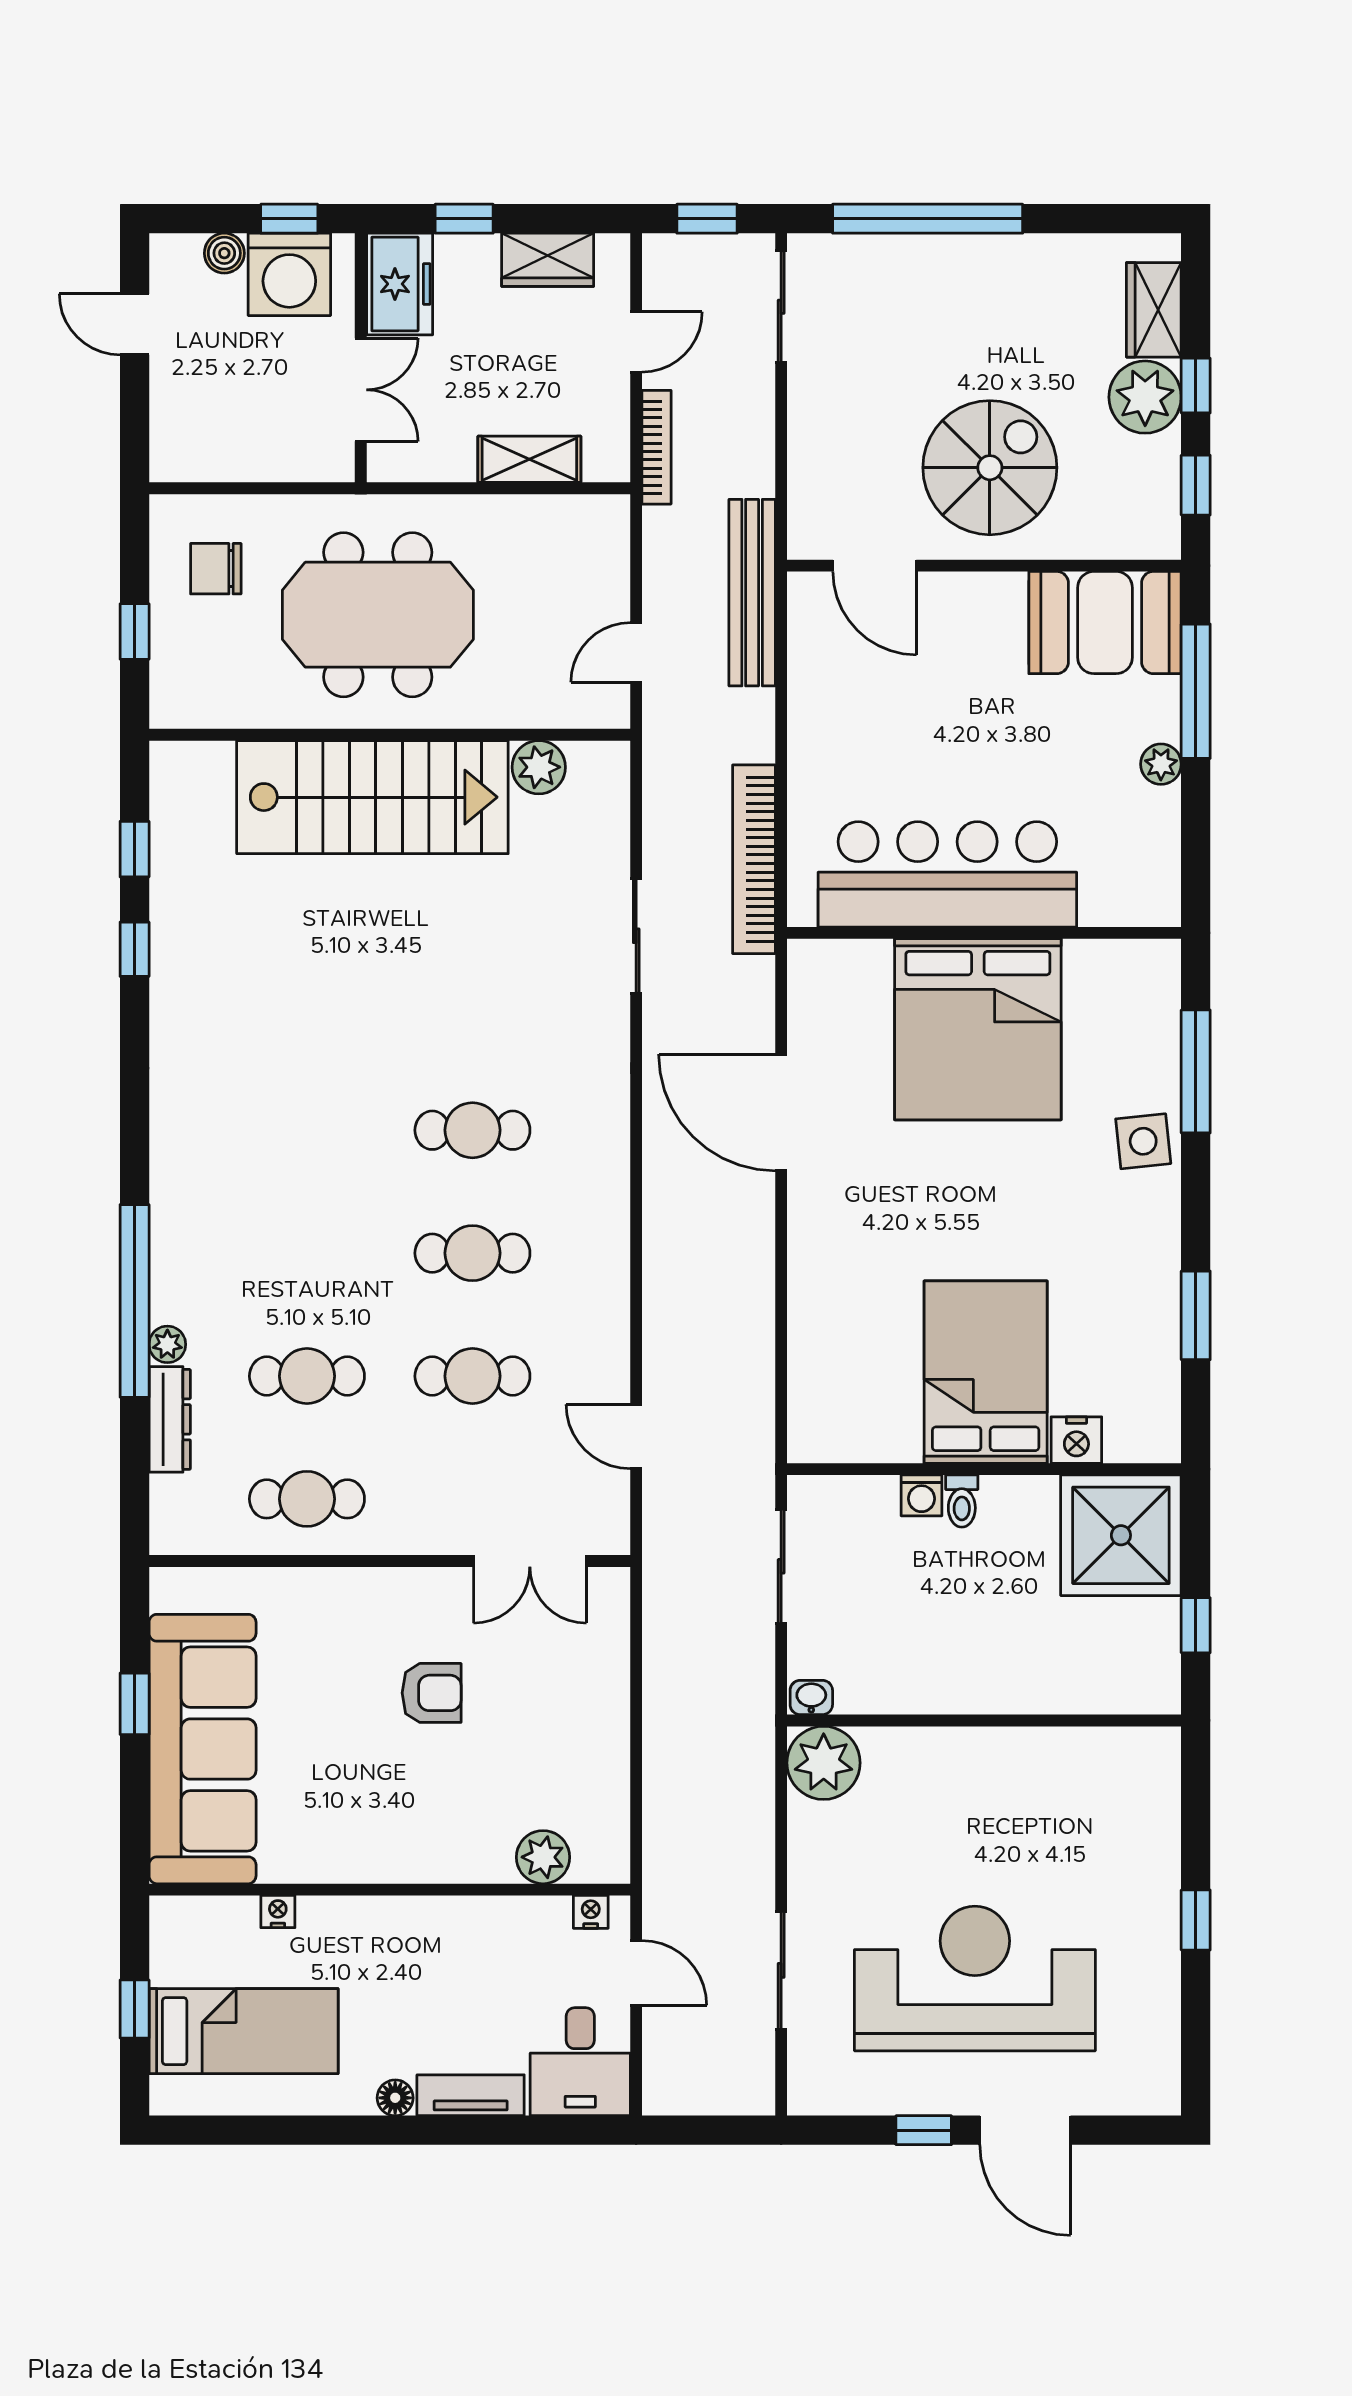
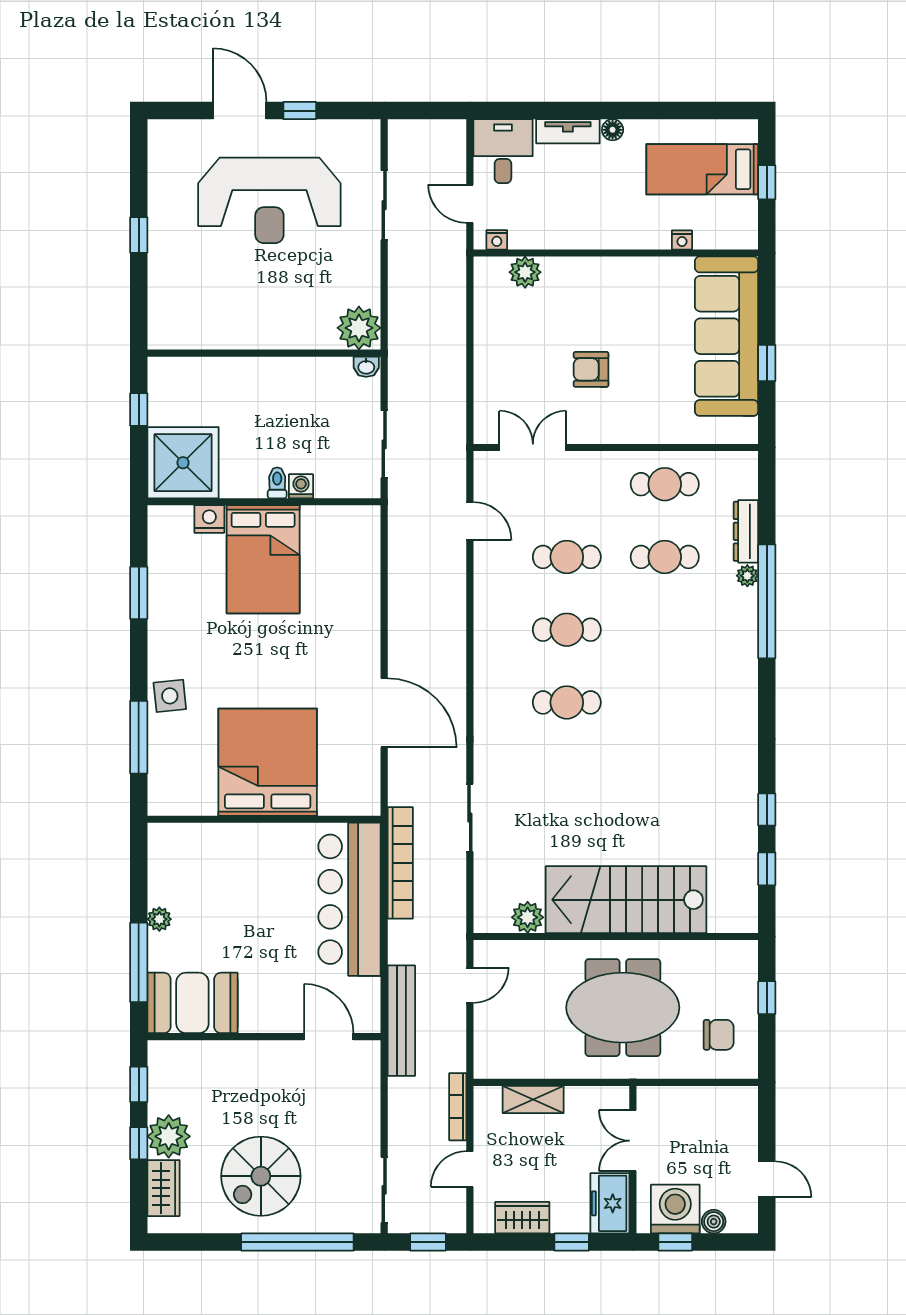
spiral stairs: (990, 468) -> (261, 1176), moved
bar counter: (947, 874) -> (349, 899), moved, turned 90

